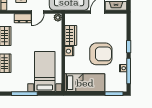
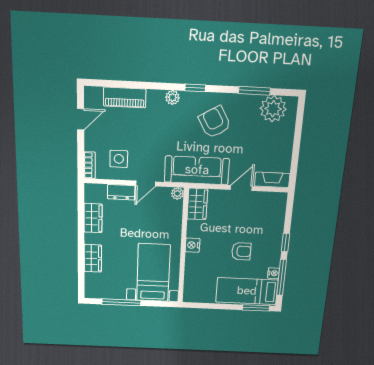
wardrobe: (71, 35) -> (197, 204), moved
armchair: (101, 54) -> (241, 251), width x0.53, depth x0.53
bed: (85, 83) -> (247, 291), moved, turned 180

